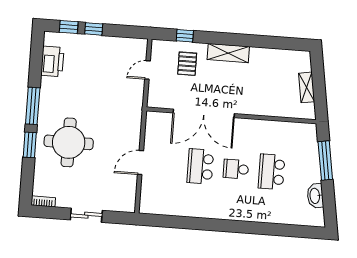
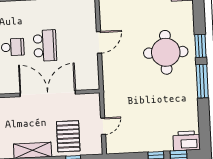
printer: (52, 61) -> (187, 141), moved, turned 90
pallet: (187, 64) -> (68, 136), width x1.50, depth x1.42

